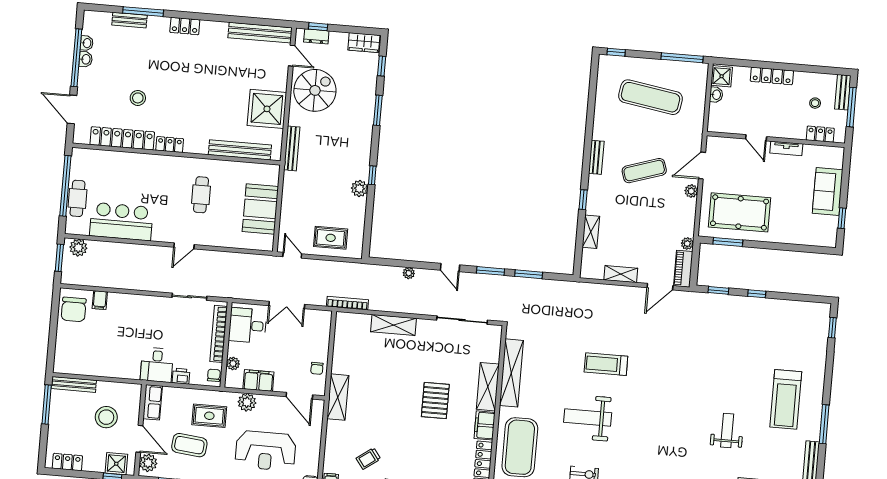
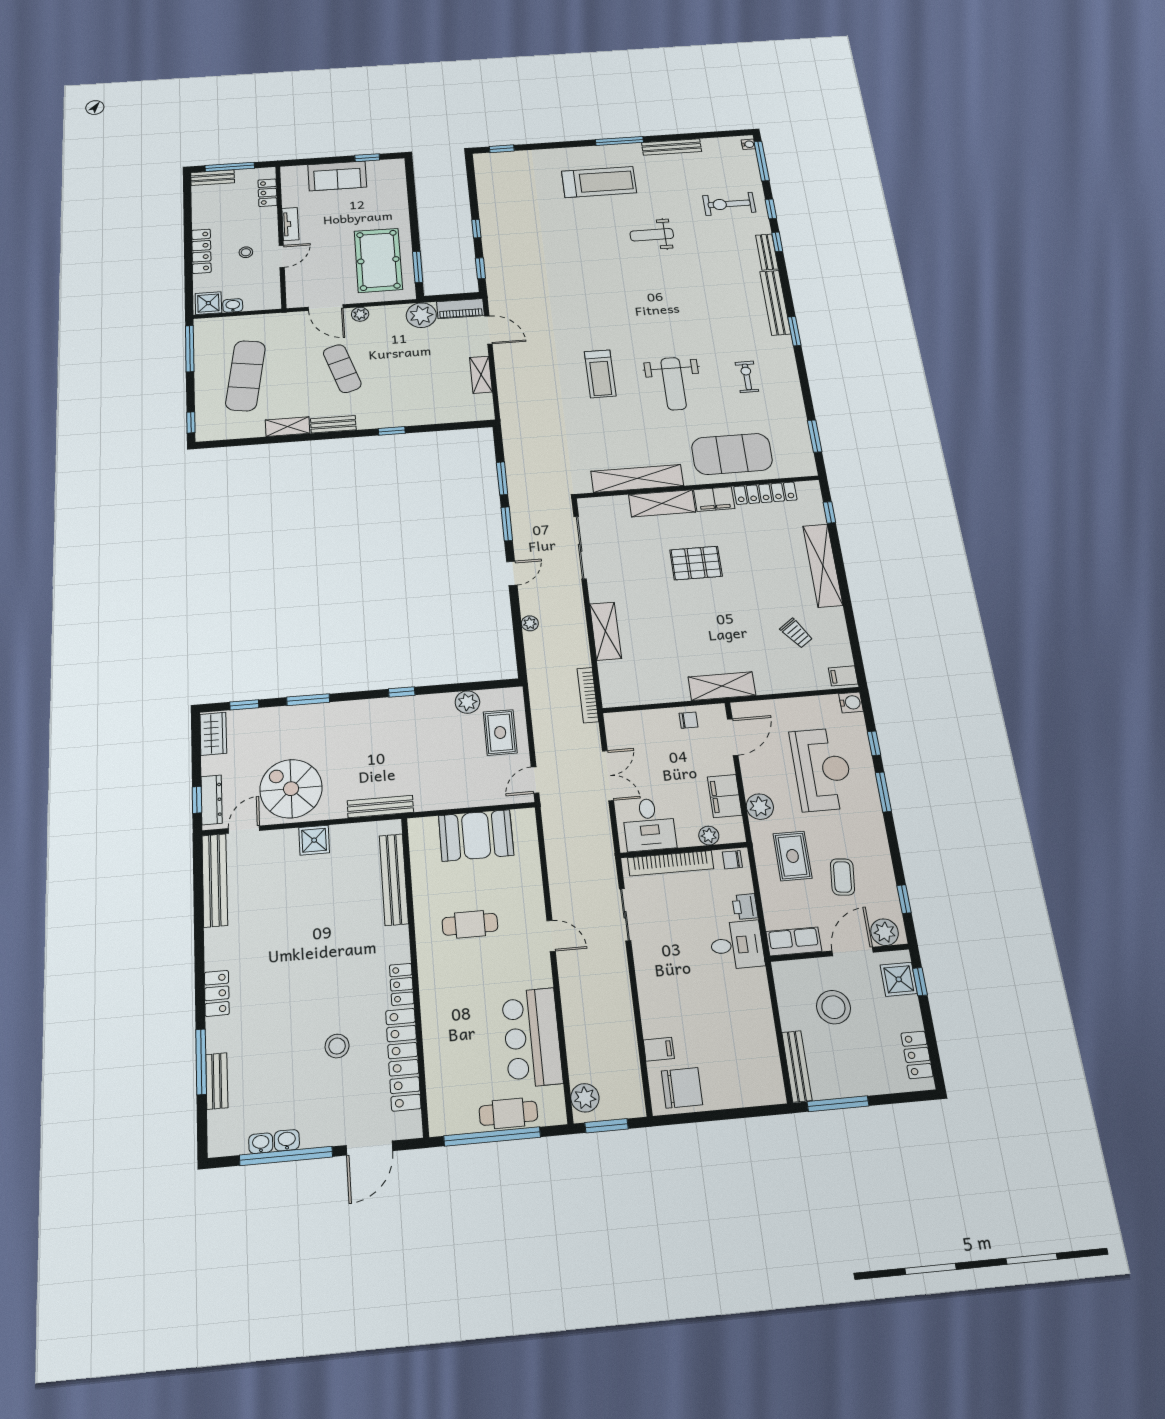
dresser: (316, 36) -> (212, 800), width x1.44
stool: (815, 103) -> (246, 252), moved
shower: (267, 109) -> (314, 840), width x0.54, depth x0.54
plant: (359, 188) -> (467, 702), moved
shelving: (591, 232) -> (288, 427), moved
plant: (687, 244) -> (421, 315), width x1.88, depth x1.88
coffee table: (189, 445) -> (842, 877), width x0.73, depth x0.77

